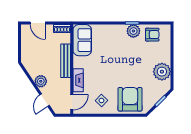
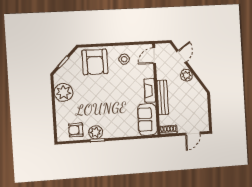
door: (38, 23) -> (193, 134), swing flipped
fireplace: (78, 80) -> (150, 91), moved

